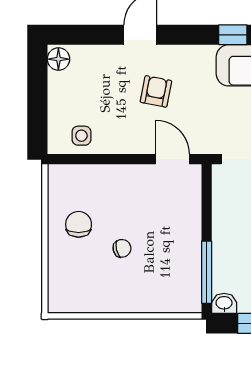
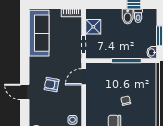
window: (233, 35) -> (25, 48), removed
window: (207, 272) -> (126, 61), moved

